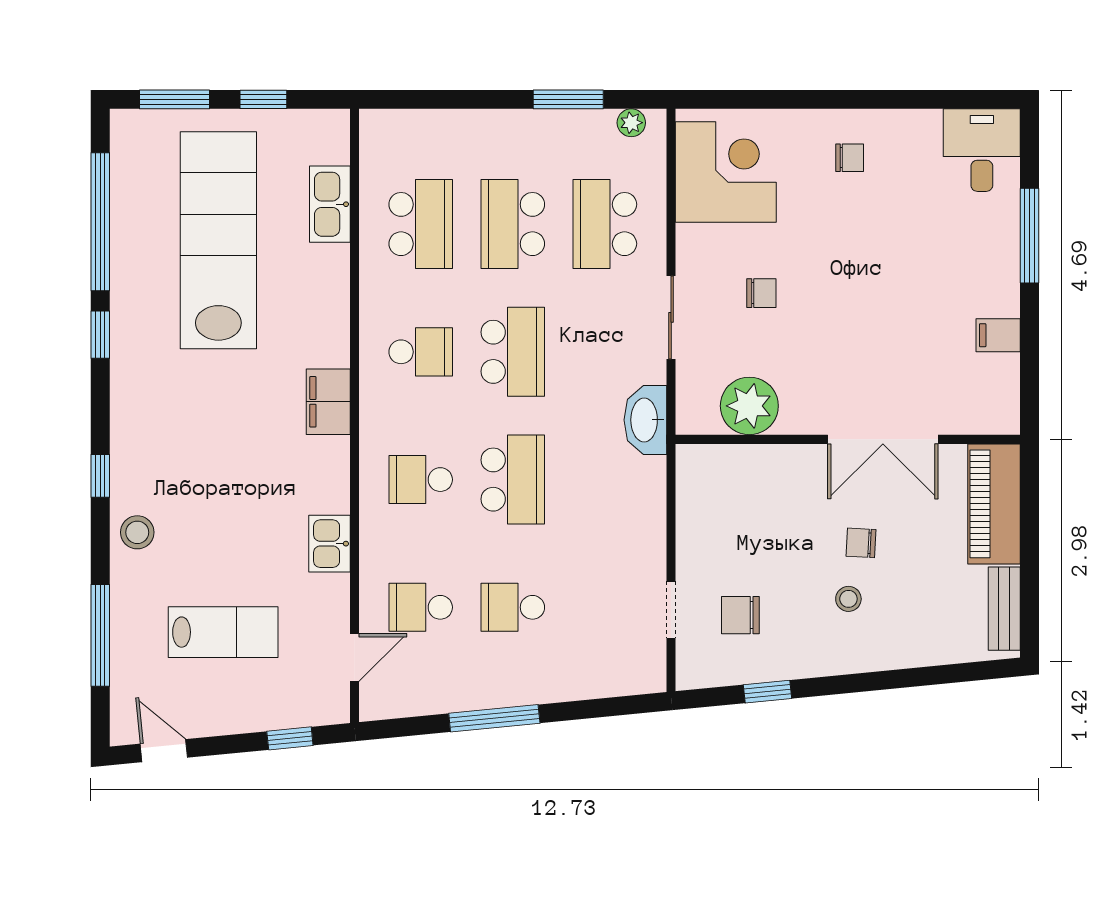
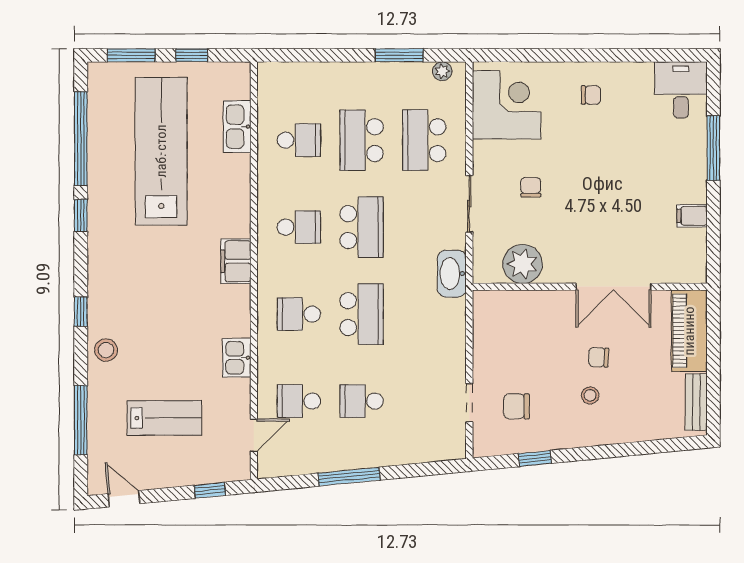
school desk: (421, 224) -> (299, 140), width x0.54
chair: (761, 293) -> (531, 187), turned -90

